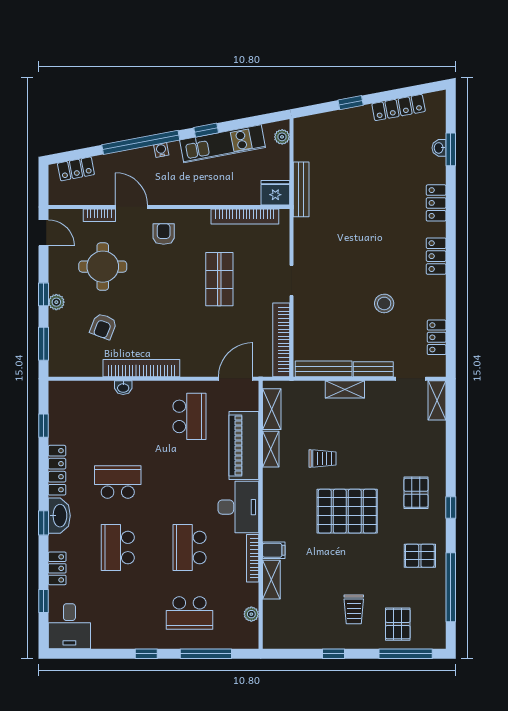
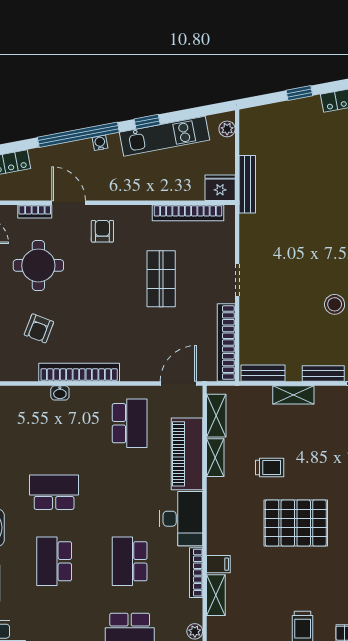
bench: (324, 369) -> (263, 373), width x0.73

